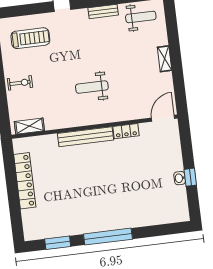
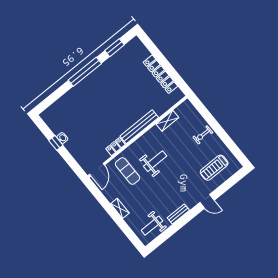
exercise mat: (130, 95) -> (127, 171), added
shelving: (29, 126) -> (167, 121), moved

